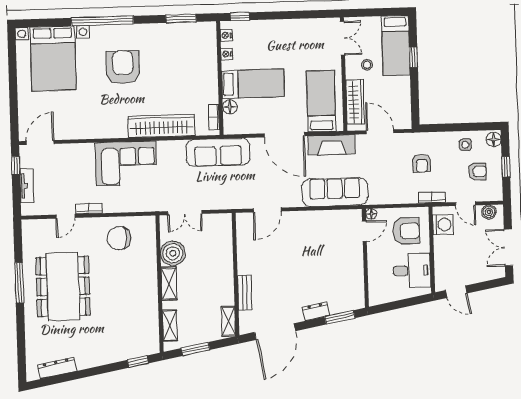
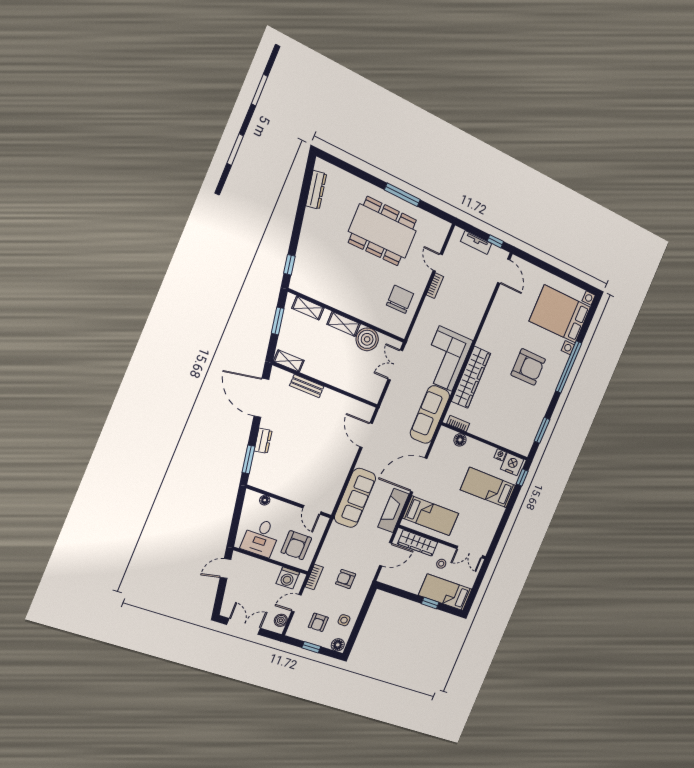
nightstand: (226, 35) -> (512, 464), width x1.89, depth x1.79
bed: (253, 84) -> (488, 488), moved, turned 90
corner sofa: (126, 163) -> (446, 359), moved
floor lamp: (371, 214) -> (265, 500), moved

